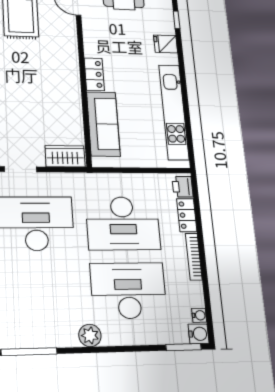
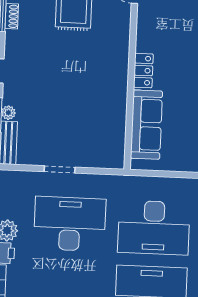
wardrobe: (65, 156) -> (104, 157), removed

